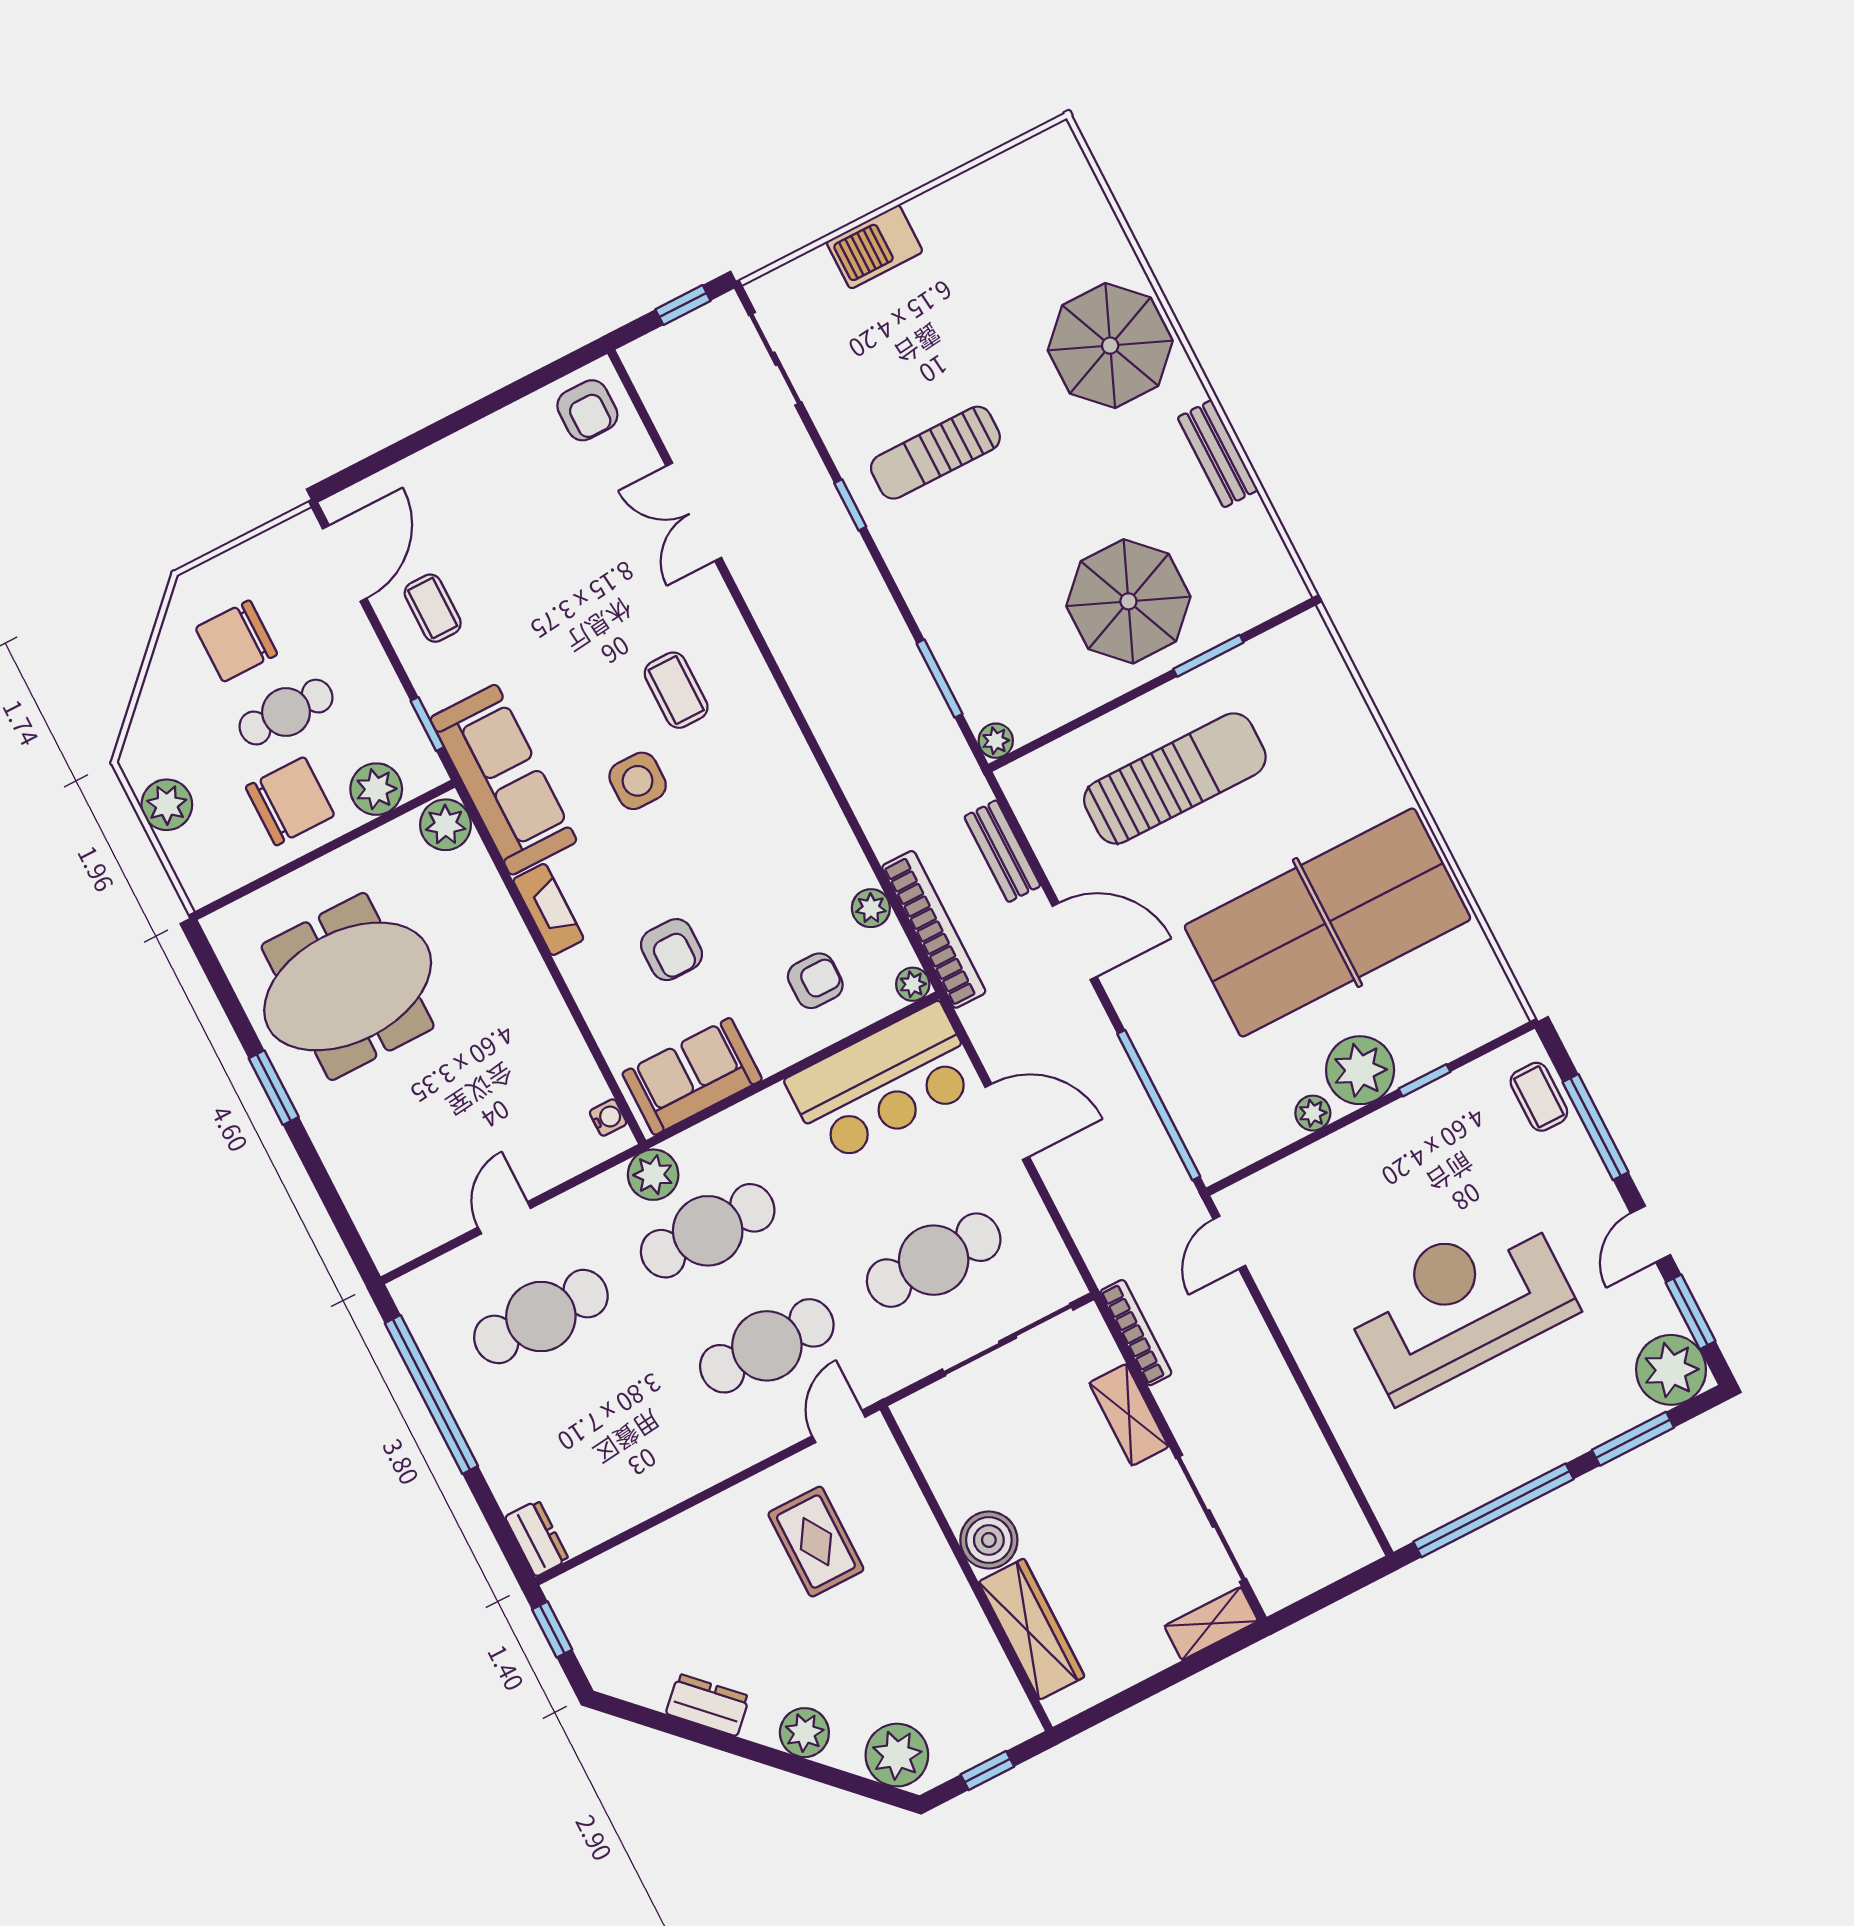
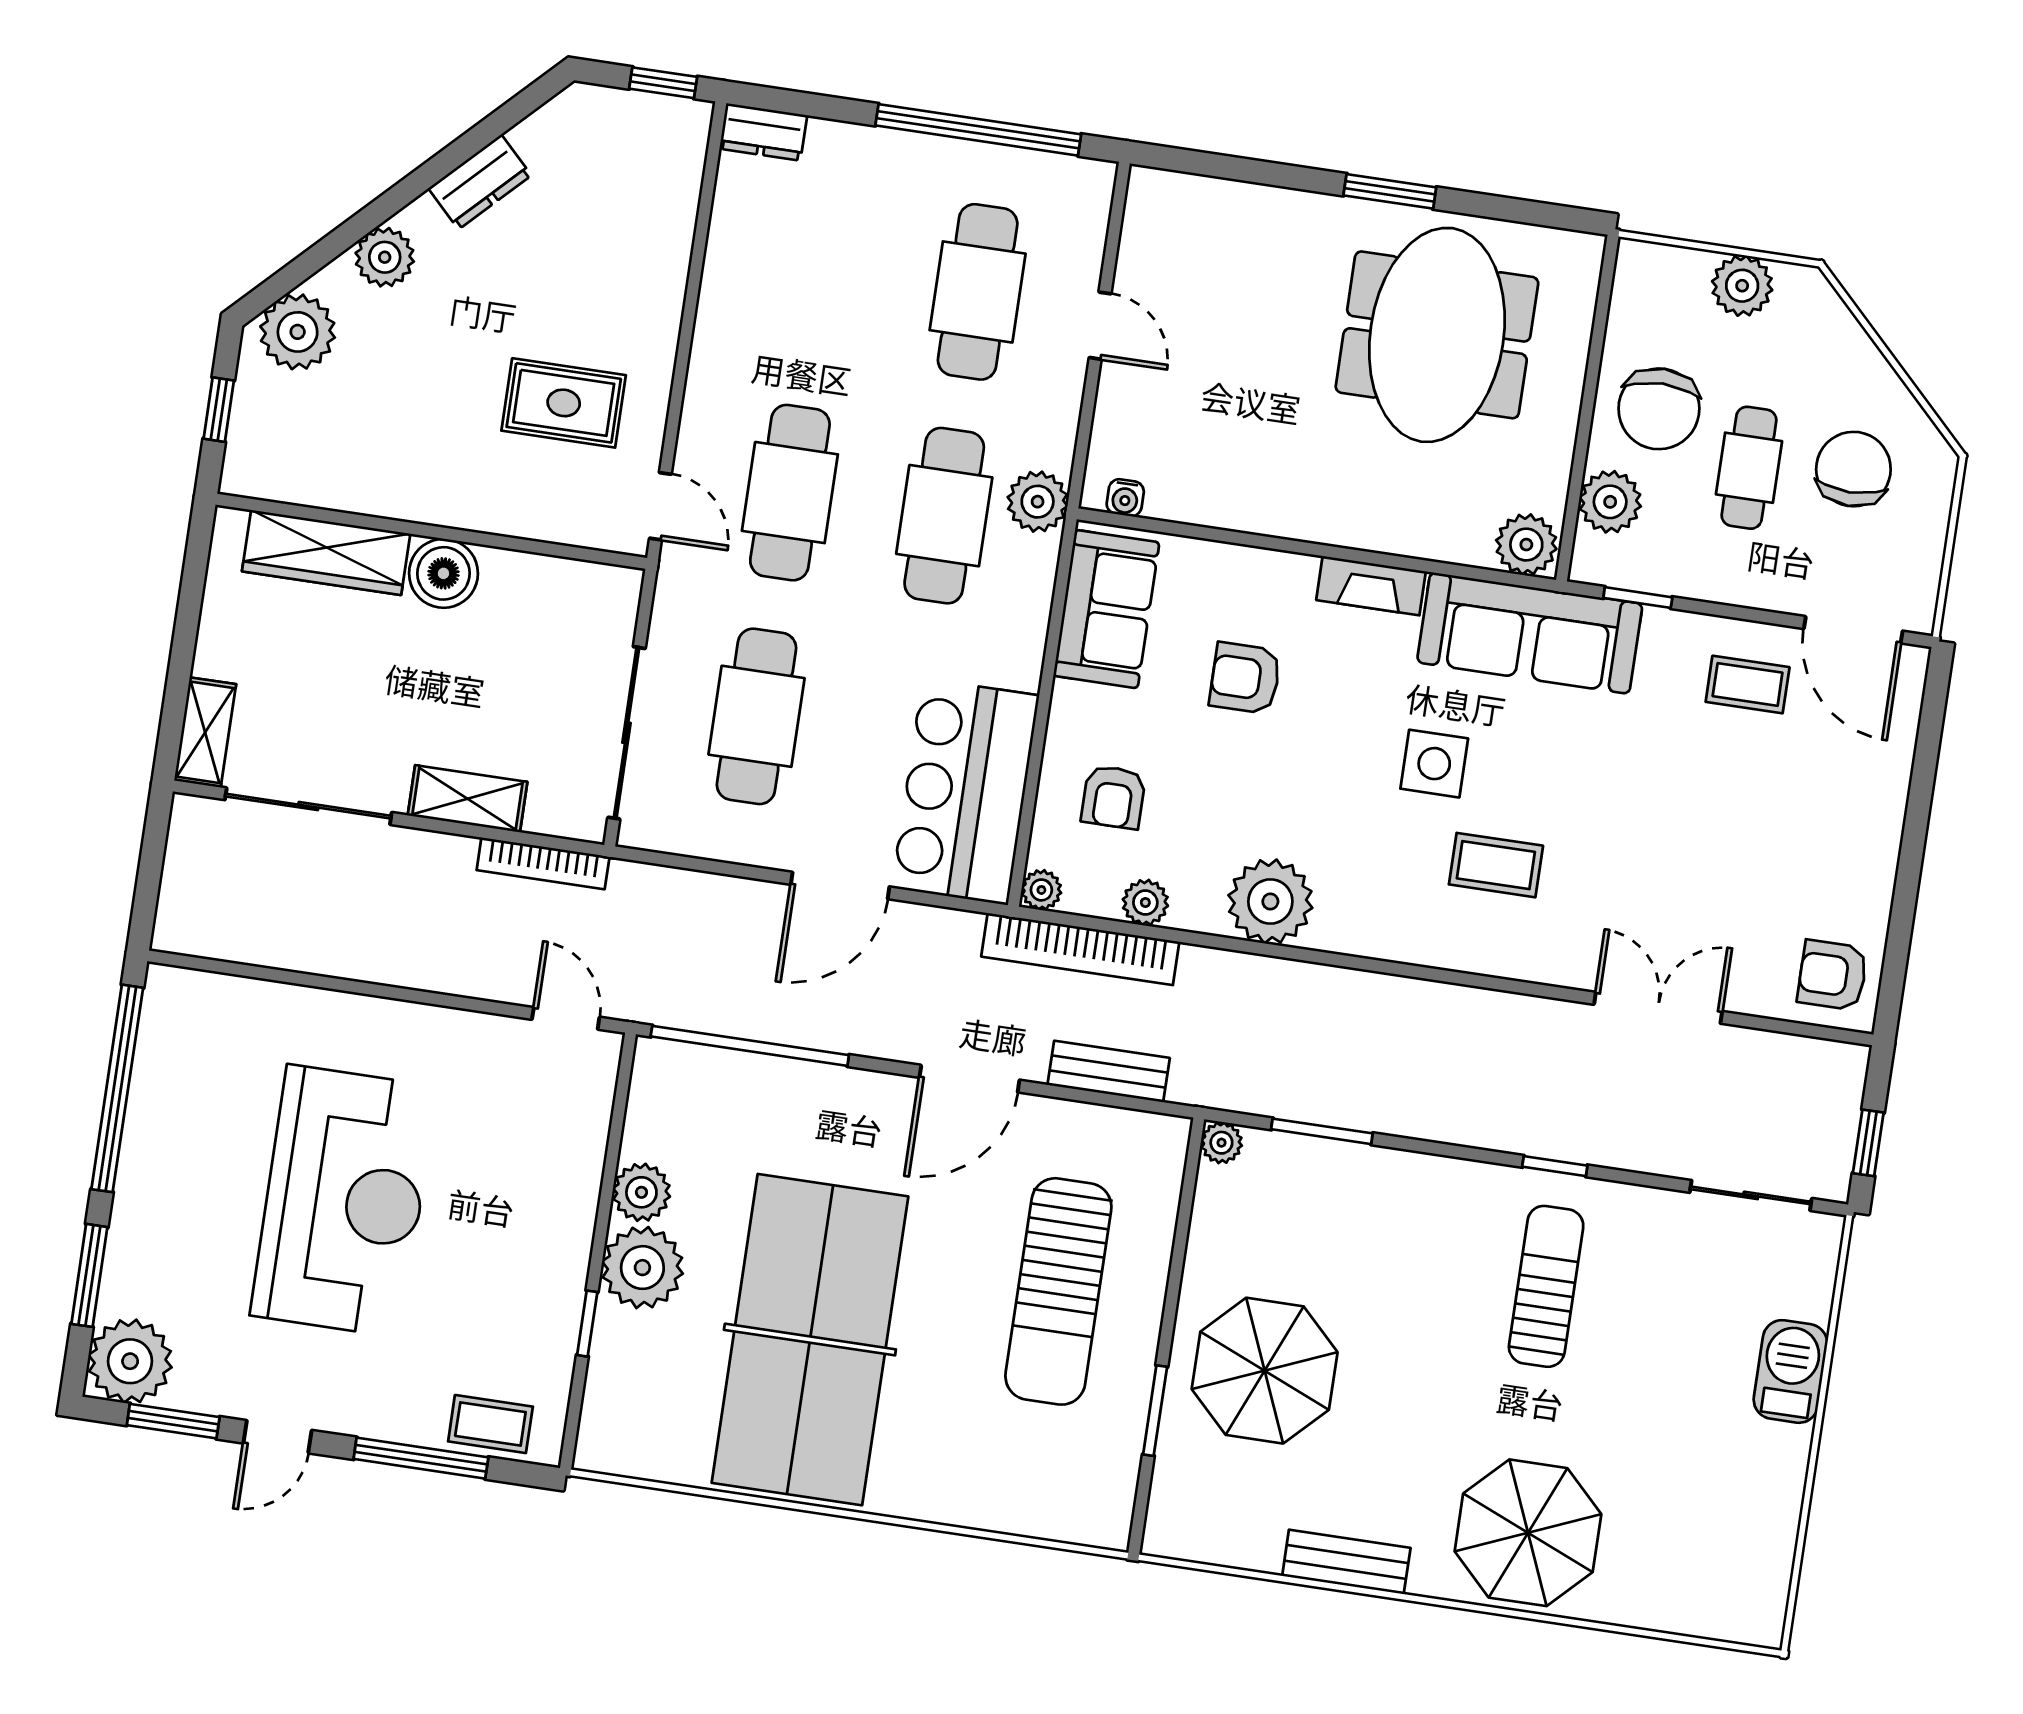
plant: (810, 824) -> (1270, 901), added
plant: (1313, 1113) -> (641, 1192), width x1.38, depth x1.38
door: (1651, 1234) -> (278, 1437), swing flipped

